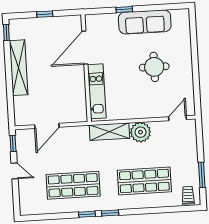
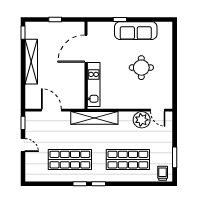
door: (177, 118) -> (158, 110), swing flipped
door: (47, 126) -> (51, 110), swing flipped
shelving: (109, 132) -> (94, 118), width x1.47
plant: (140, 132) -> (142, 120), moved

